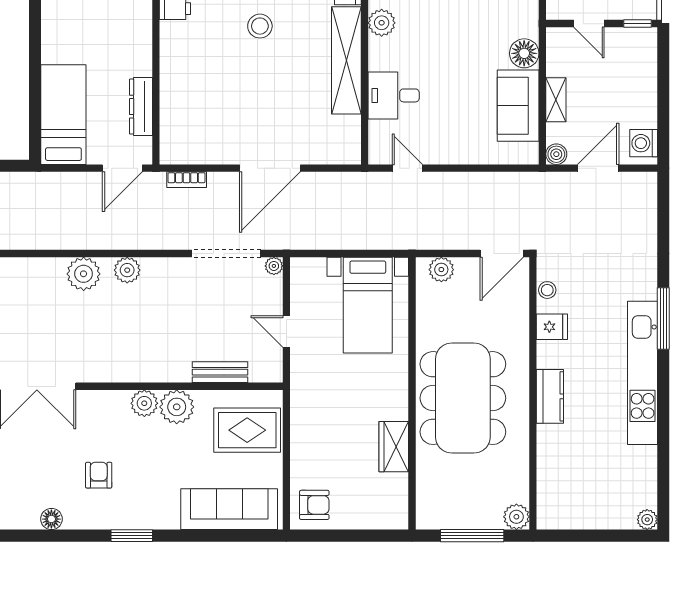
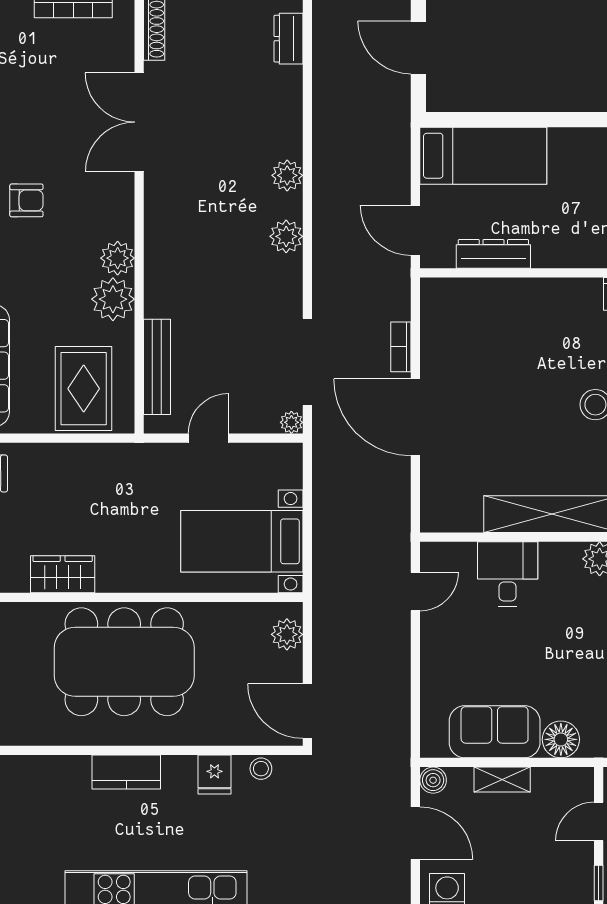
bookcase: (187, 180) -> (401, 347), moved
plant: (84, 274) -> (287, 175), width x0.73, depth x0.73
bench: (220, 372) -> (157, 367), width x1.36

